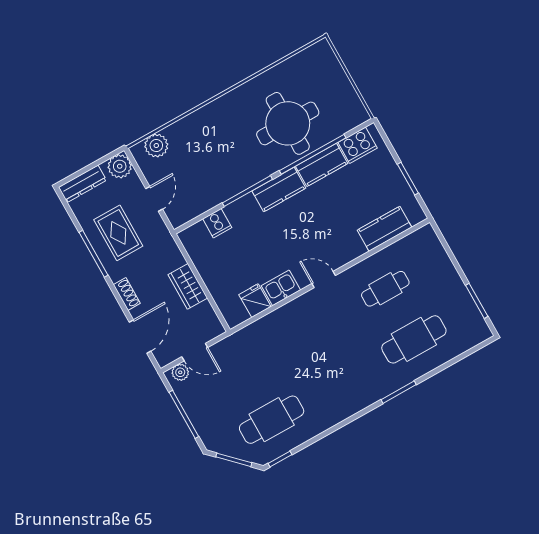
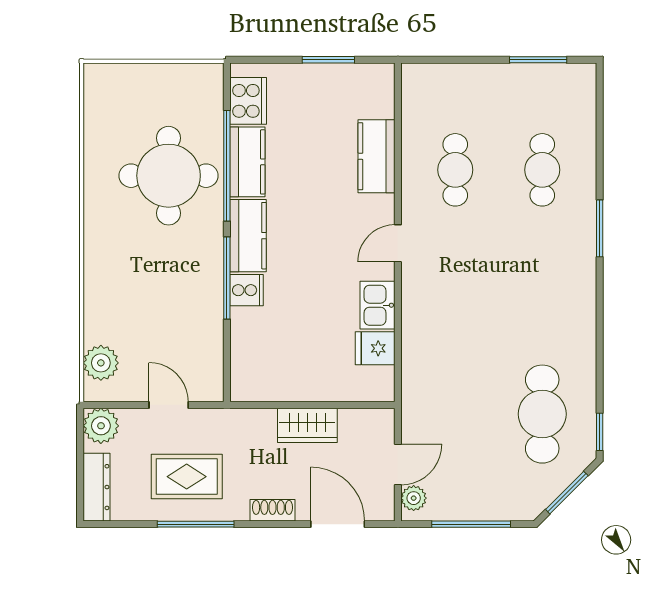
cooker: (217, 223) -> (247, 290), moved
kitchen counter: (385, 229) -> (377, 156), moved
cafe table: (414, 339) -> (542, 170), width x0.73, depth x0.74

